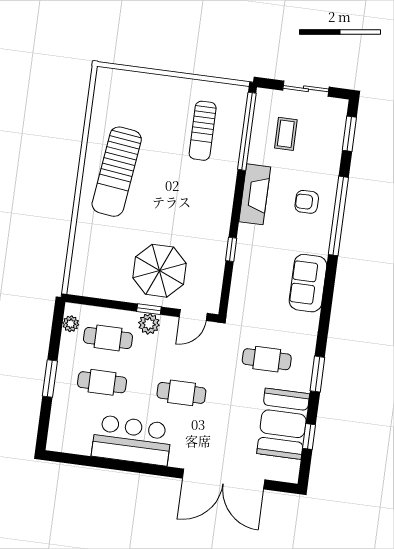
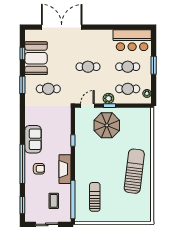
sofa: (308, 283) -> (33, 139), moved
bar counter: (132, 440) -> (132, 40), moved

